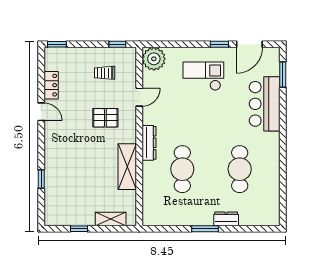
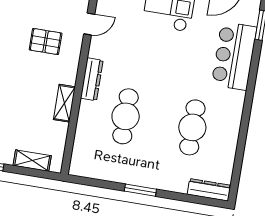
shelving: (127, 167) -> (64, 103), width x0.67, depth x0.75
dresser: (226, 219) -> (209, 190), moved, width x1.44

